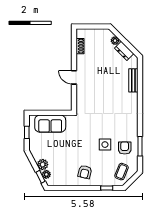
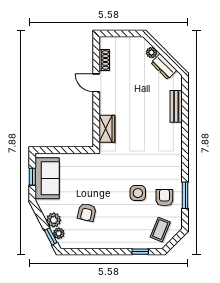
door: (74, 77) -> (96, 83), moved
wardrobe: (82, 97) -> (107, 129), added
sofa: (50, 124) -> (47, 178), moved, turned -90
armchair: (85, 172) -> (87, 212), moved

